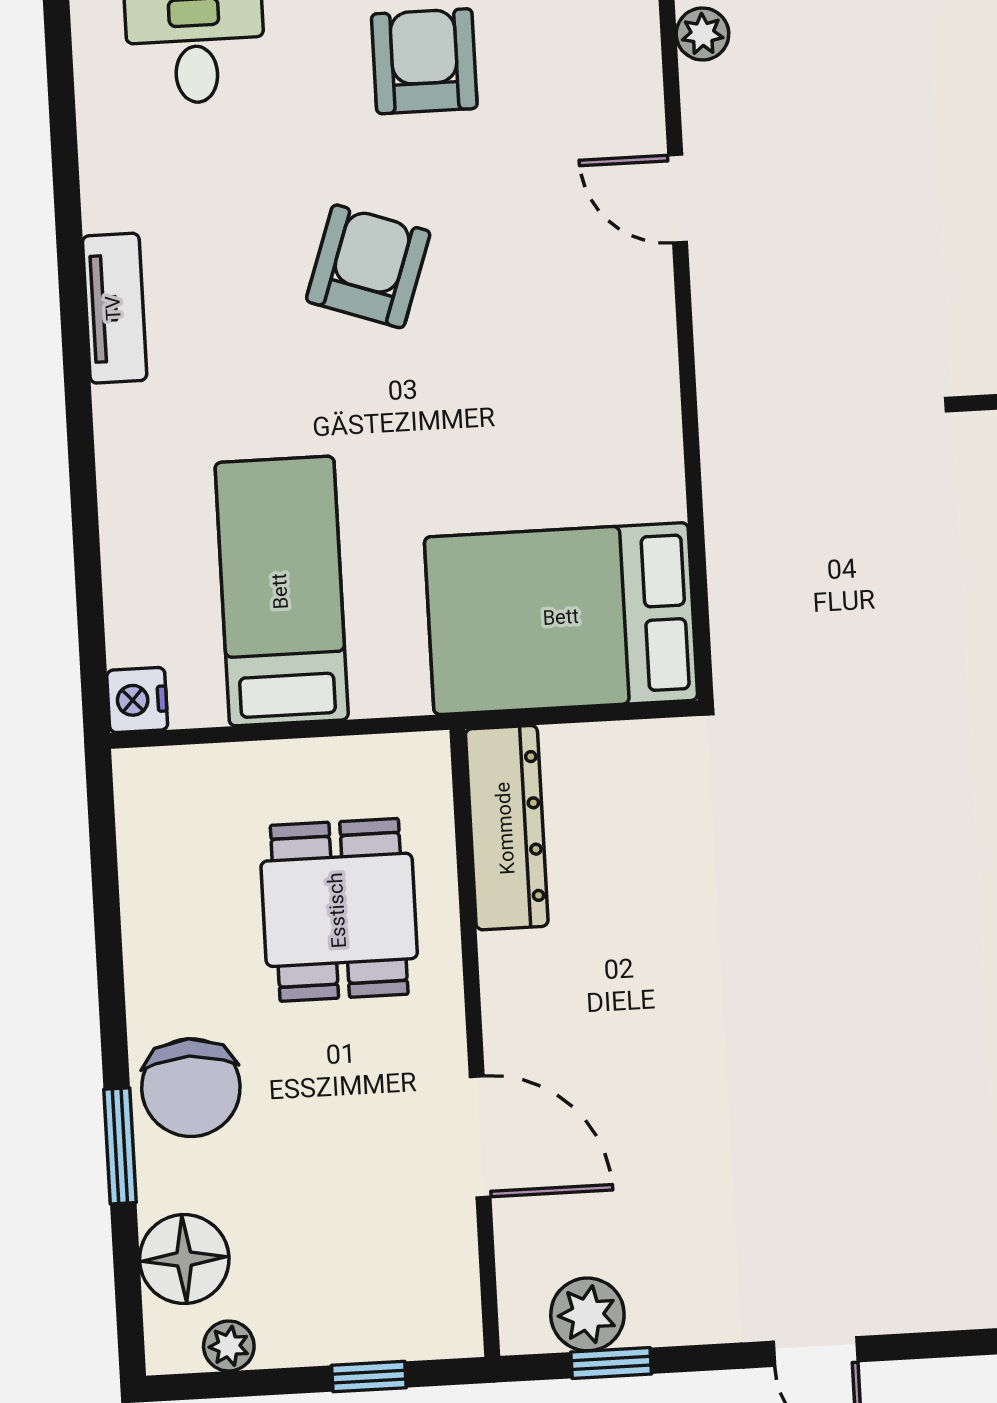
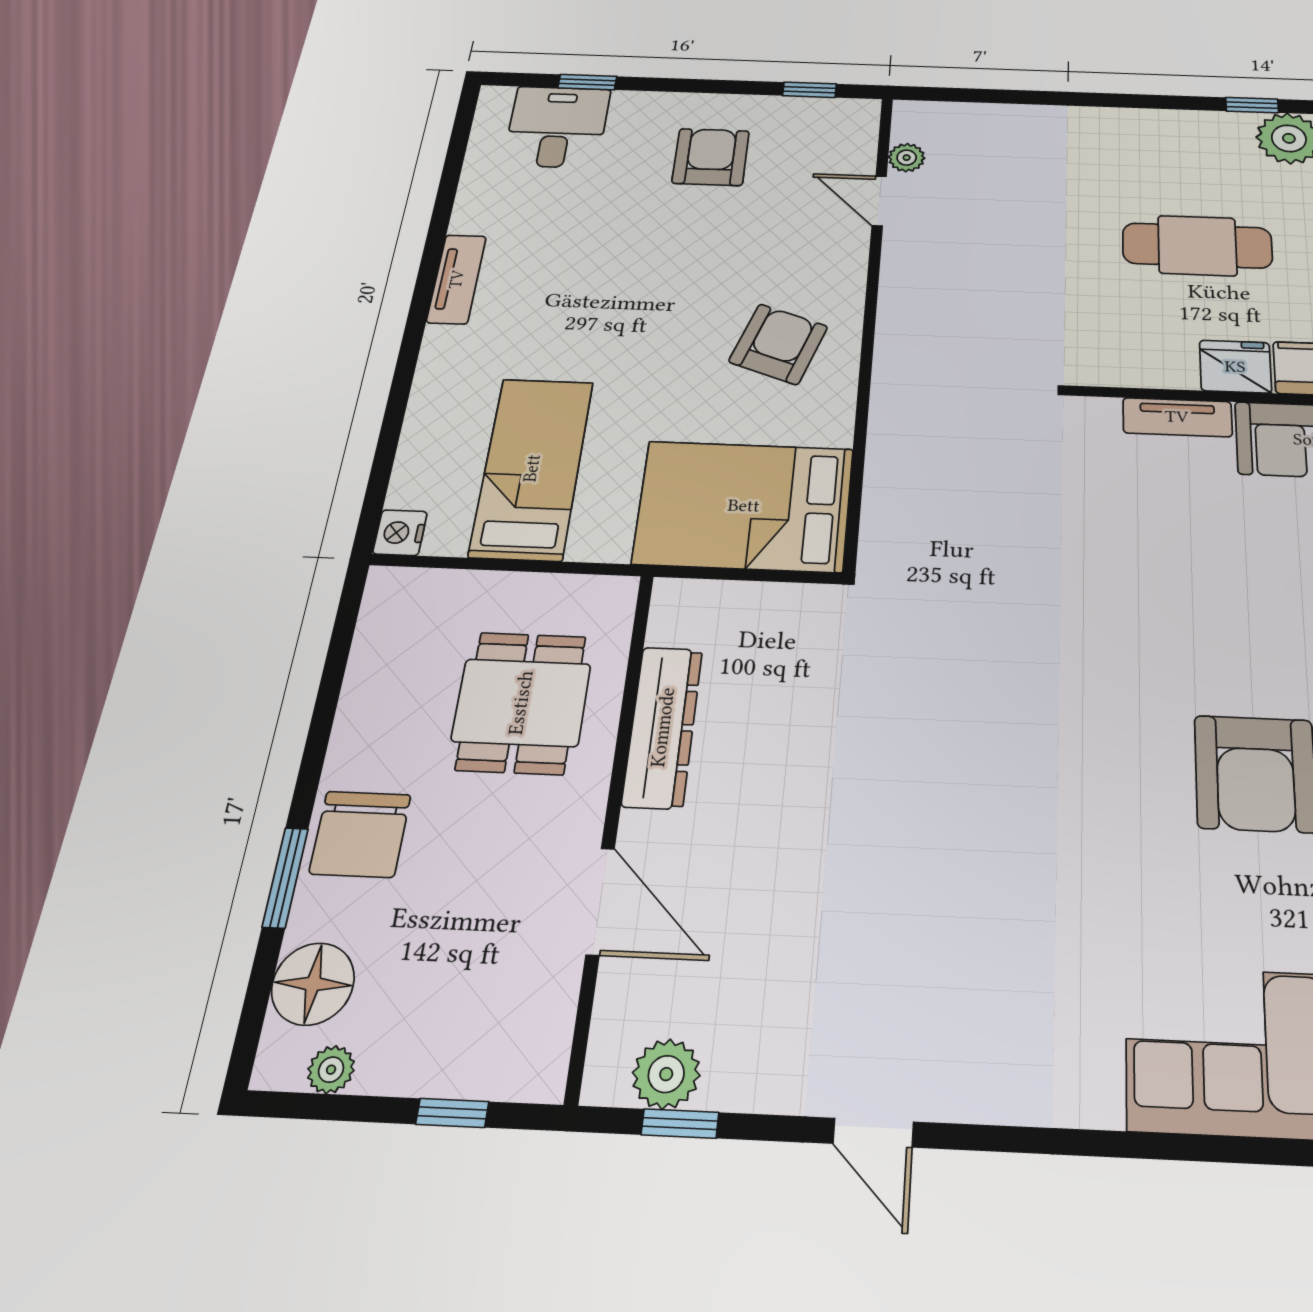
door: (678, 199) -> (879, 201), moved
armchair: (368, 266) -> (778, 344), moved
dresser: (507, 828) -> (663, 727), moved

